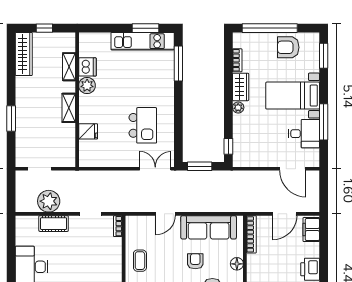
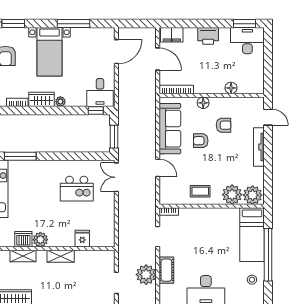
kitchen island: (143, 125) -> (77, 189), turned 180
desk: (304, 134) -> (100, 93), moved, turned 180

